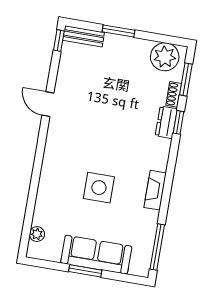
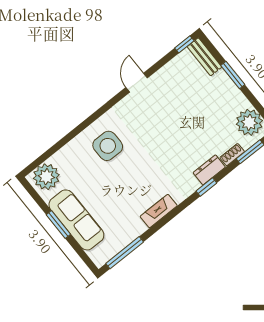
window: (179, 122) -> (206, 187), moved
side table: (99, 188) -> (108, 146), moved
plant: (37, 234) -> (46, 177), width x1.87, depth x1.87

